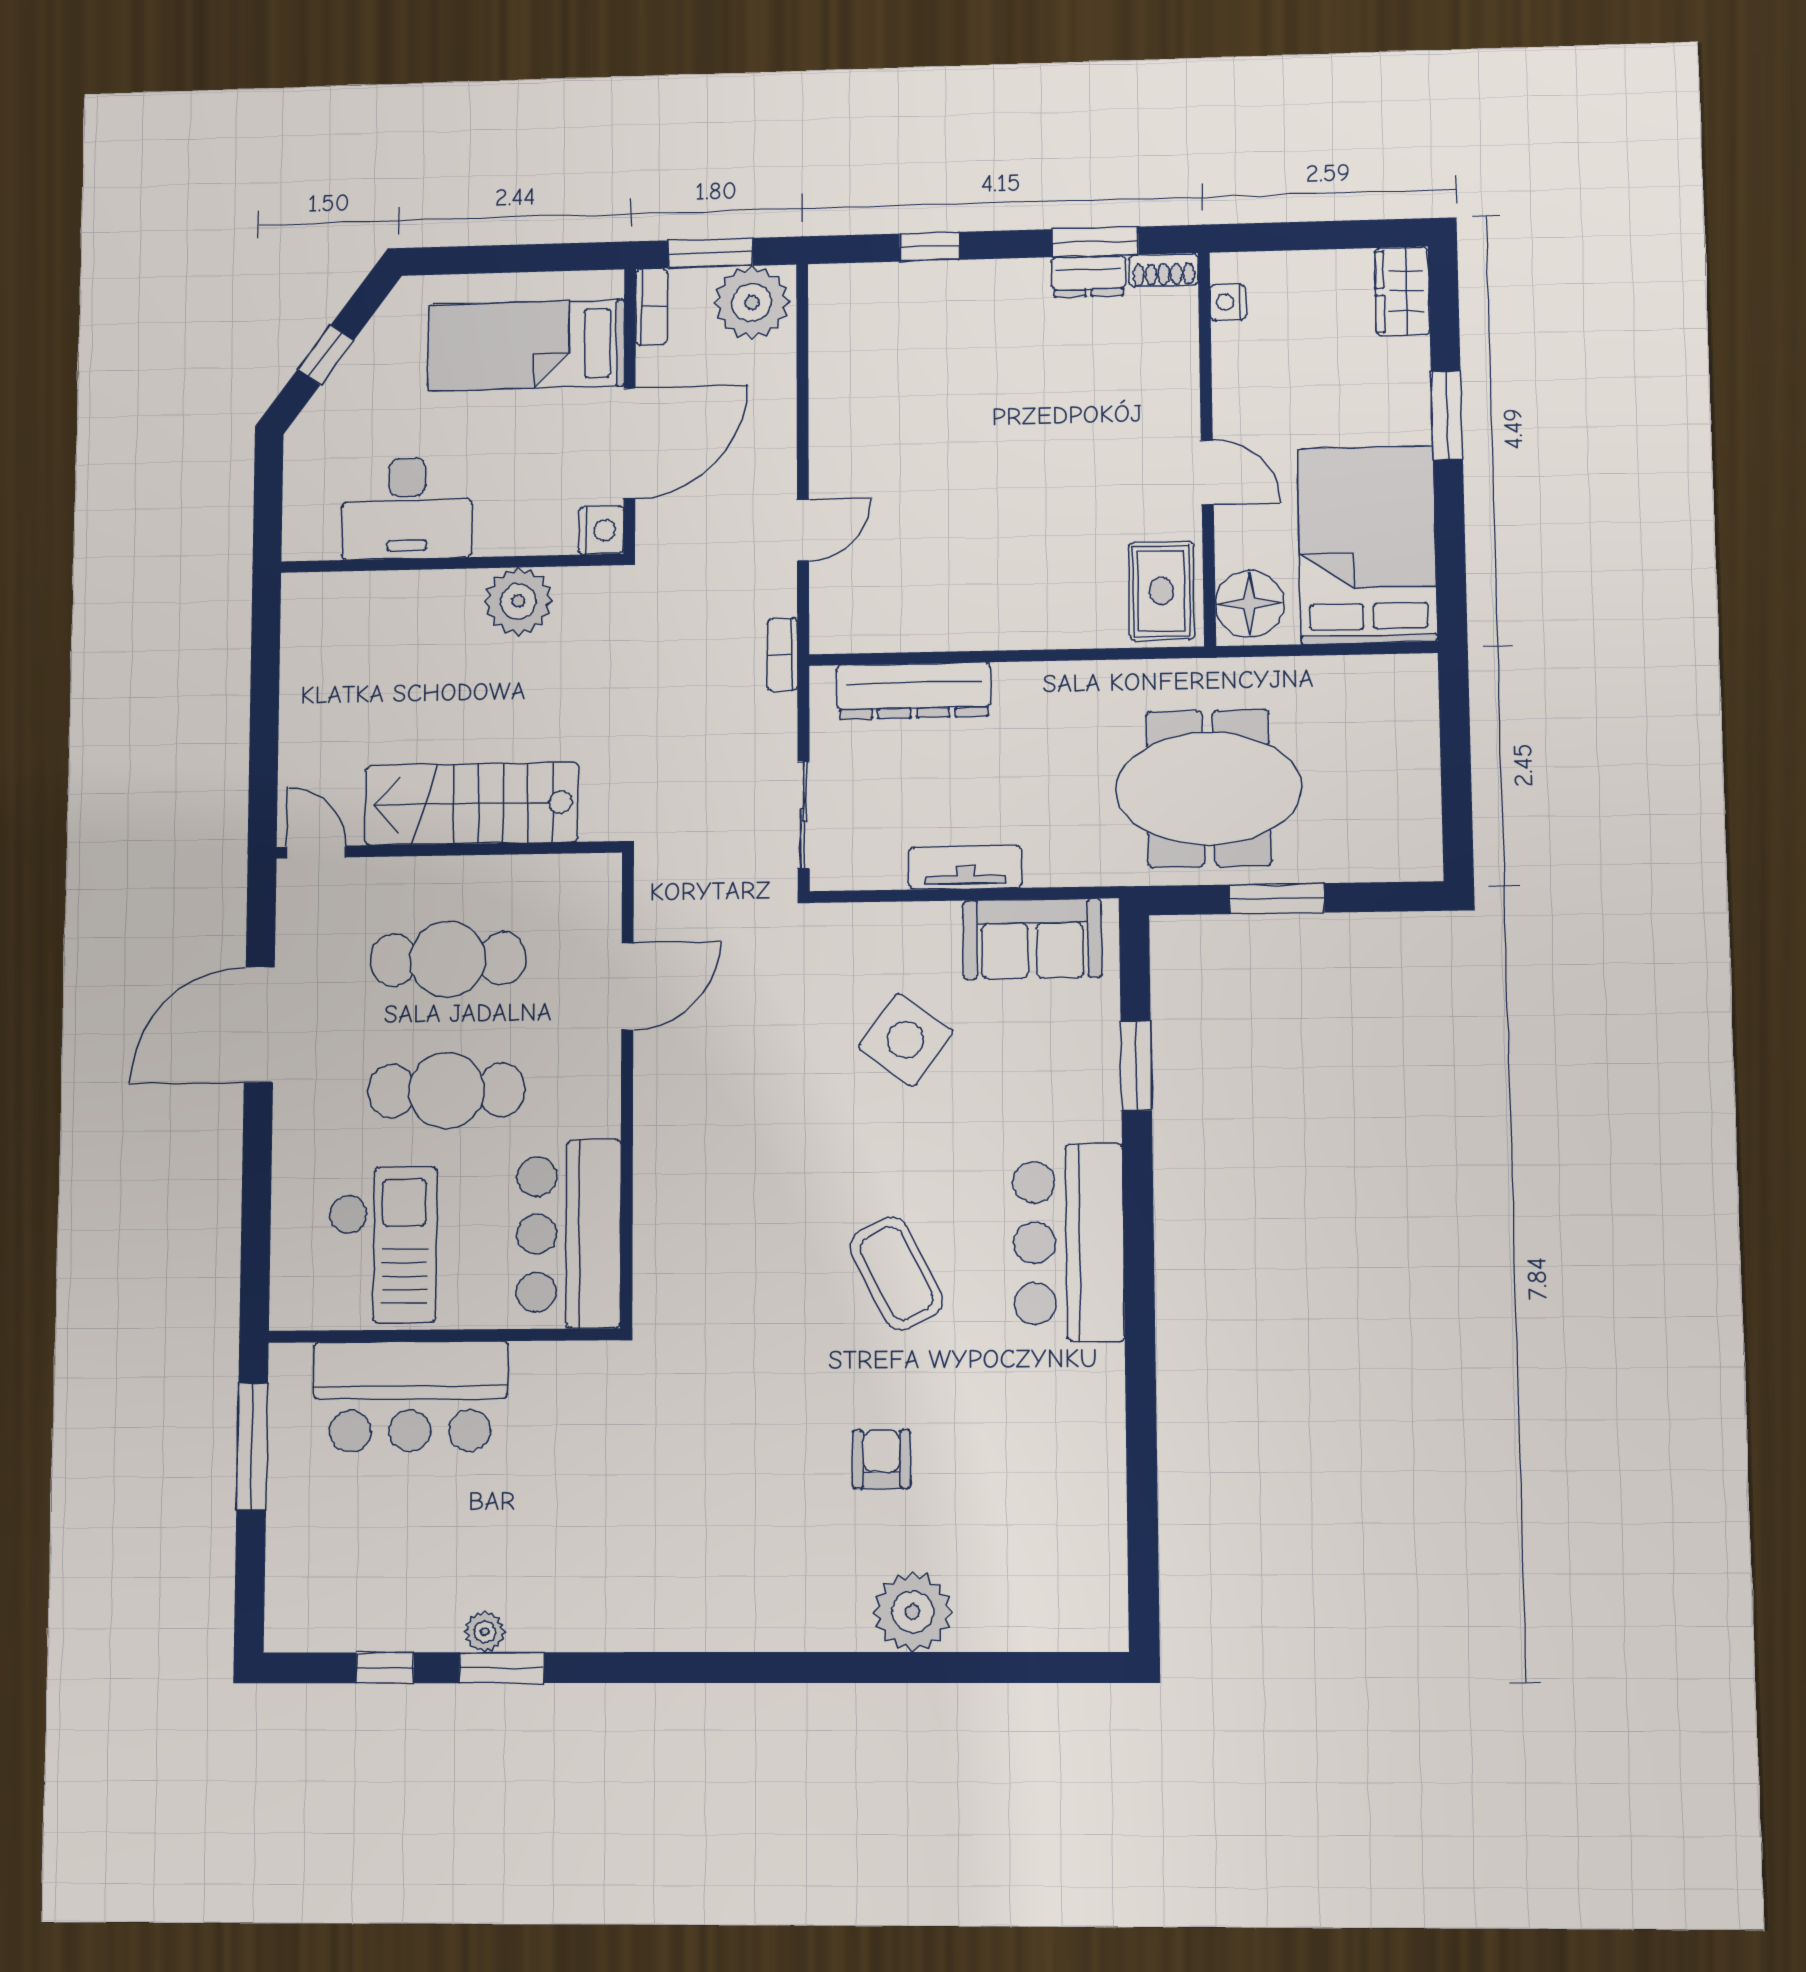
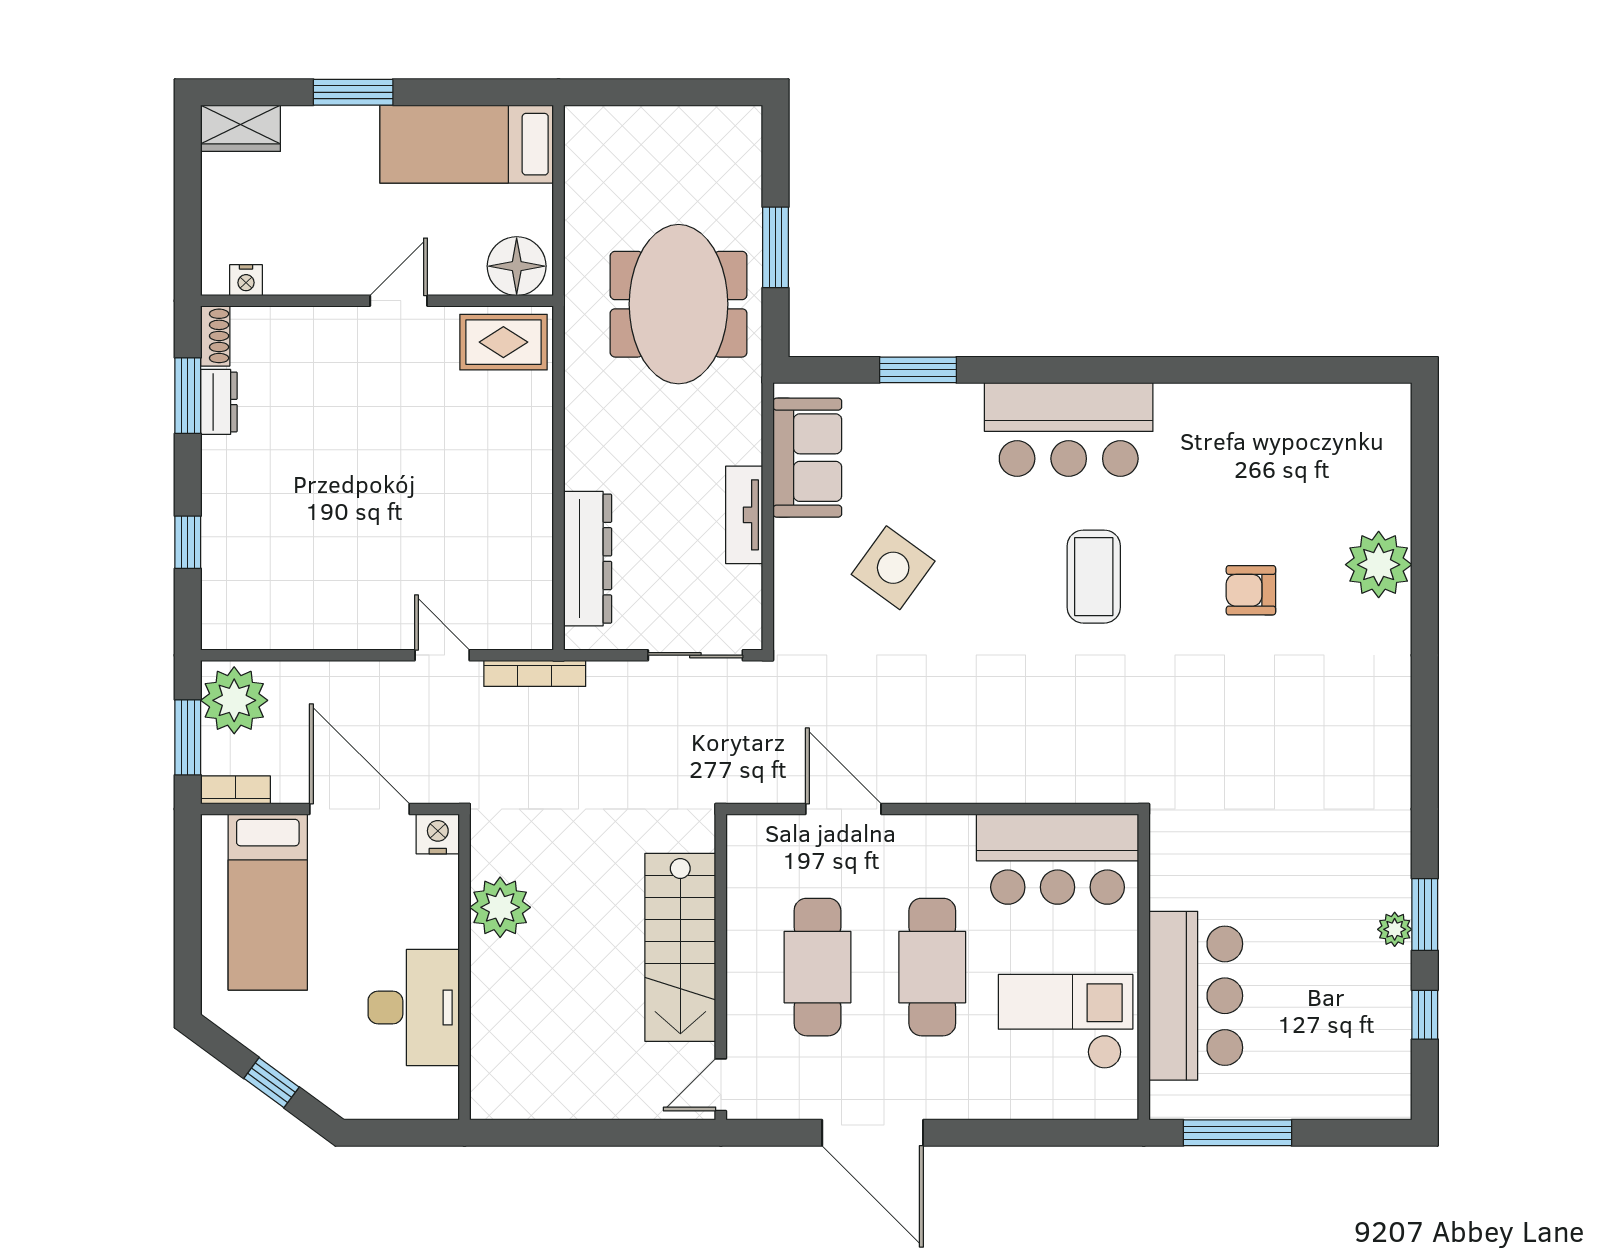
bed: (1367, 545) -> (467, 144), width x0.67
bookcase: (783, 655) -> (535, 673), width x1.56
coffee table: (896, 1273) -> (1094, 577), turned -63

